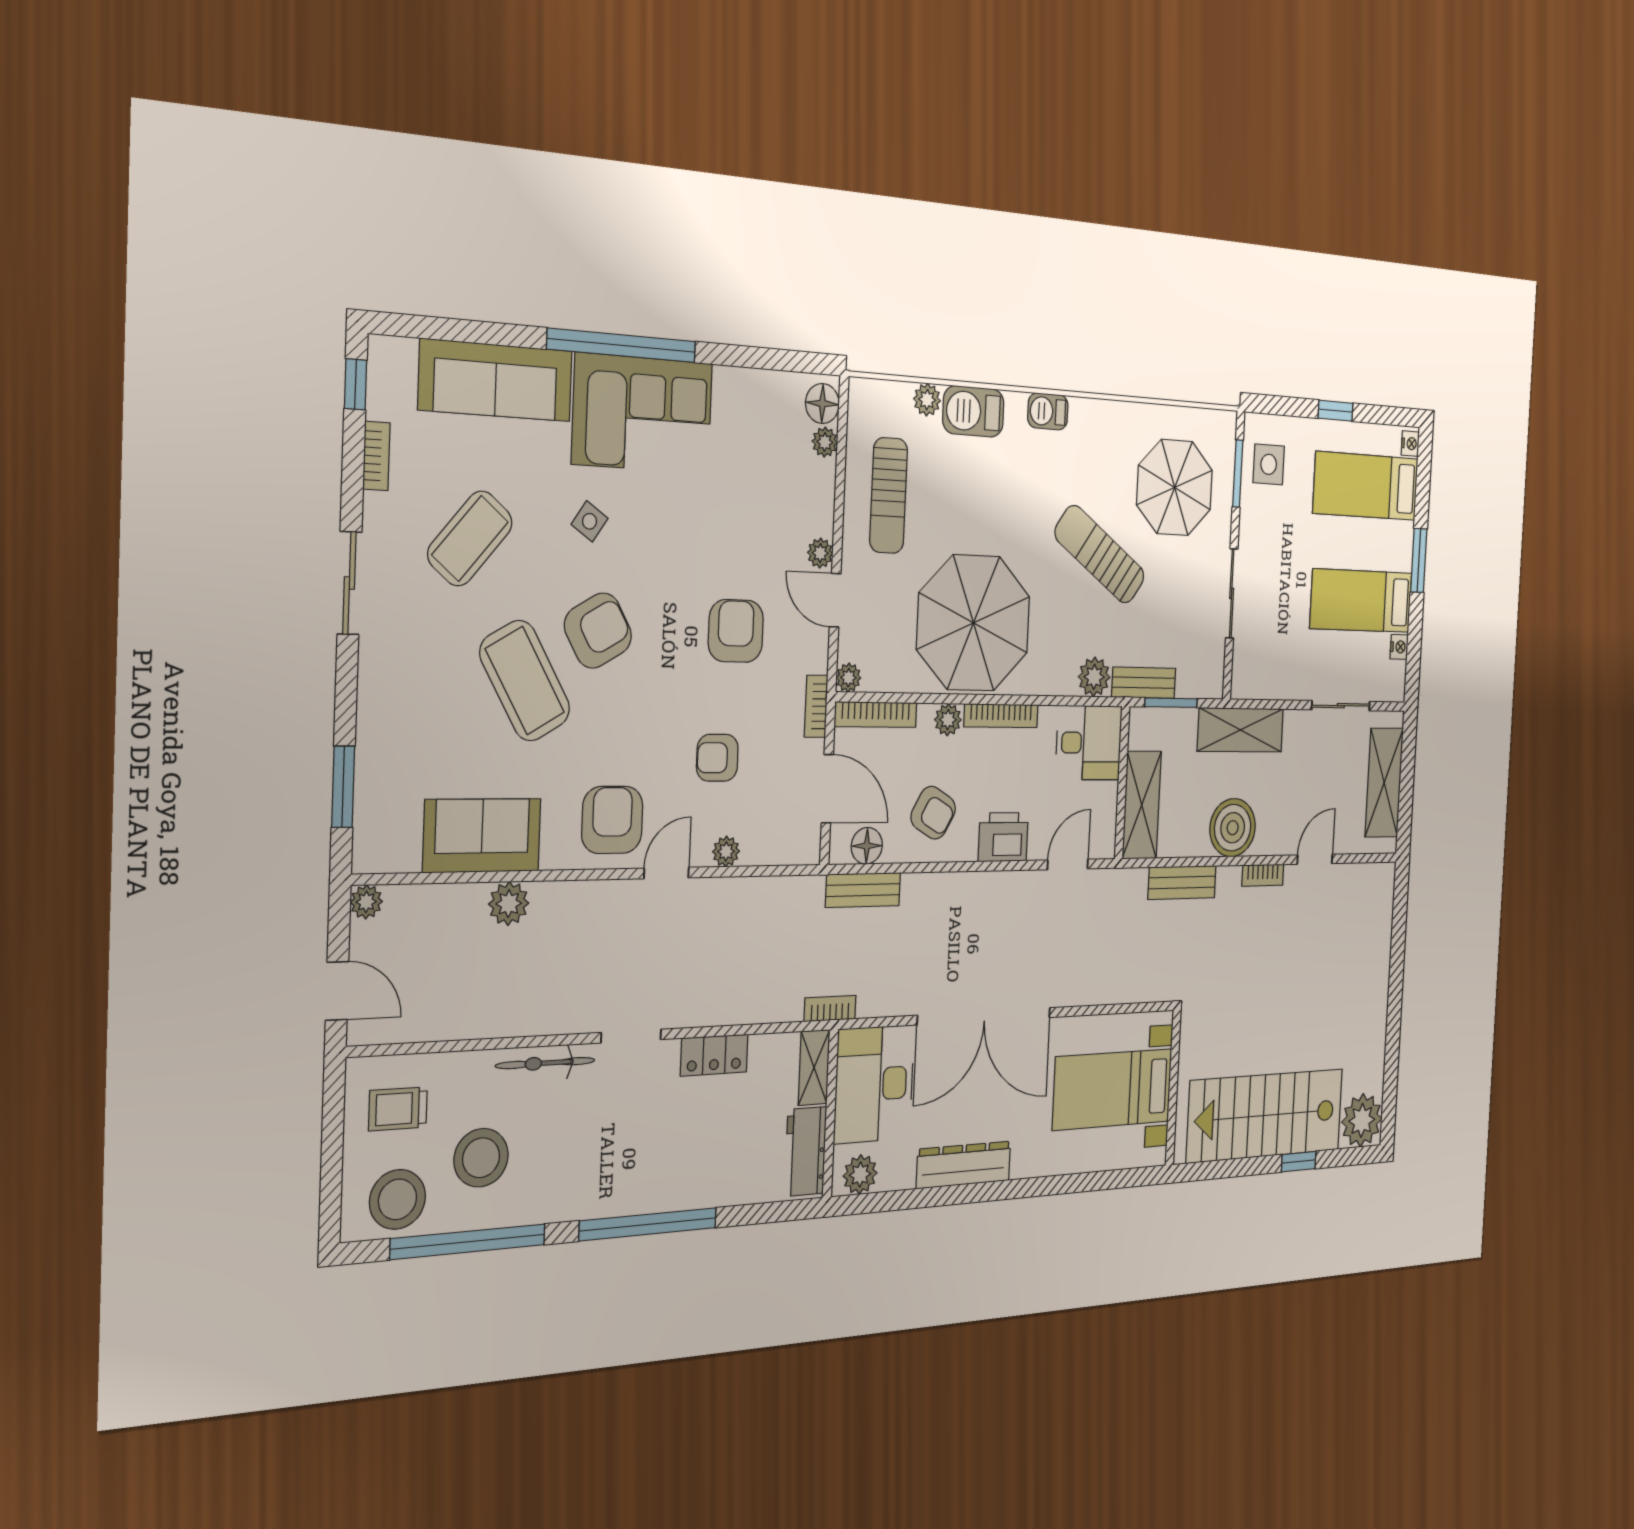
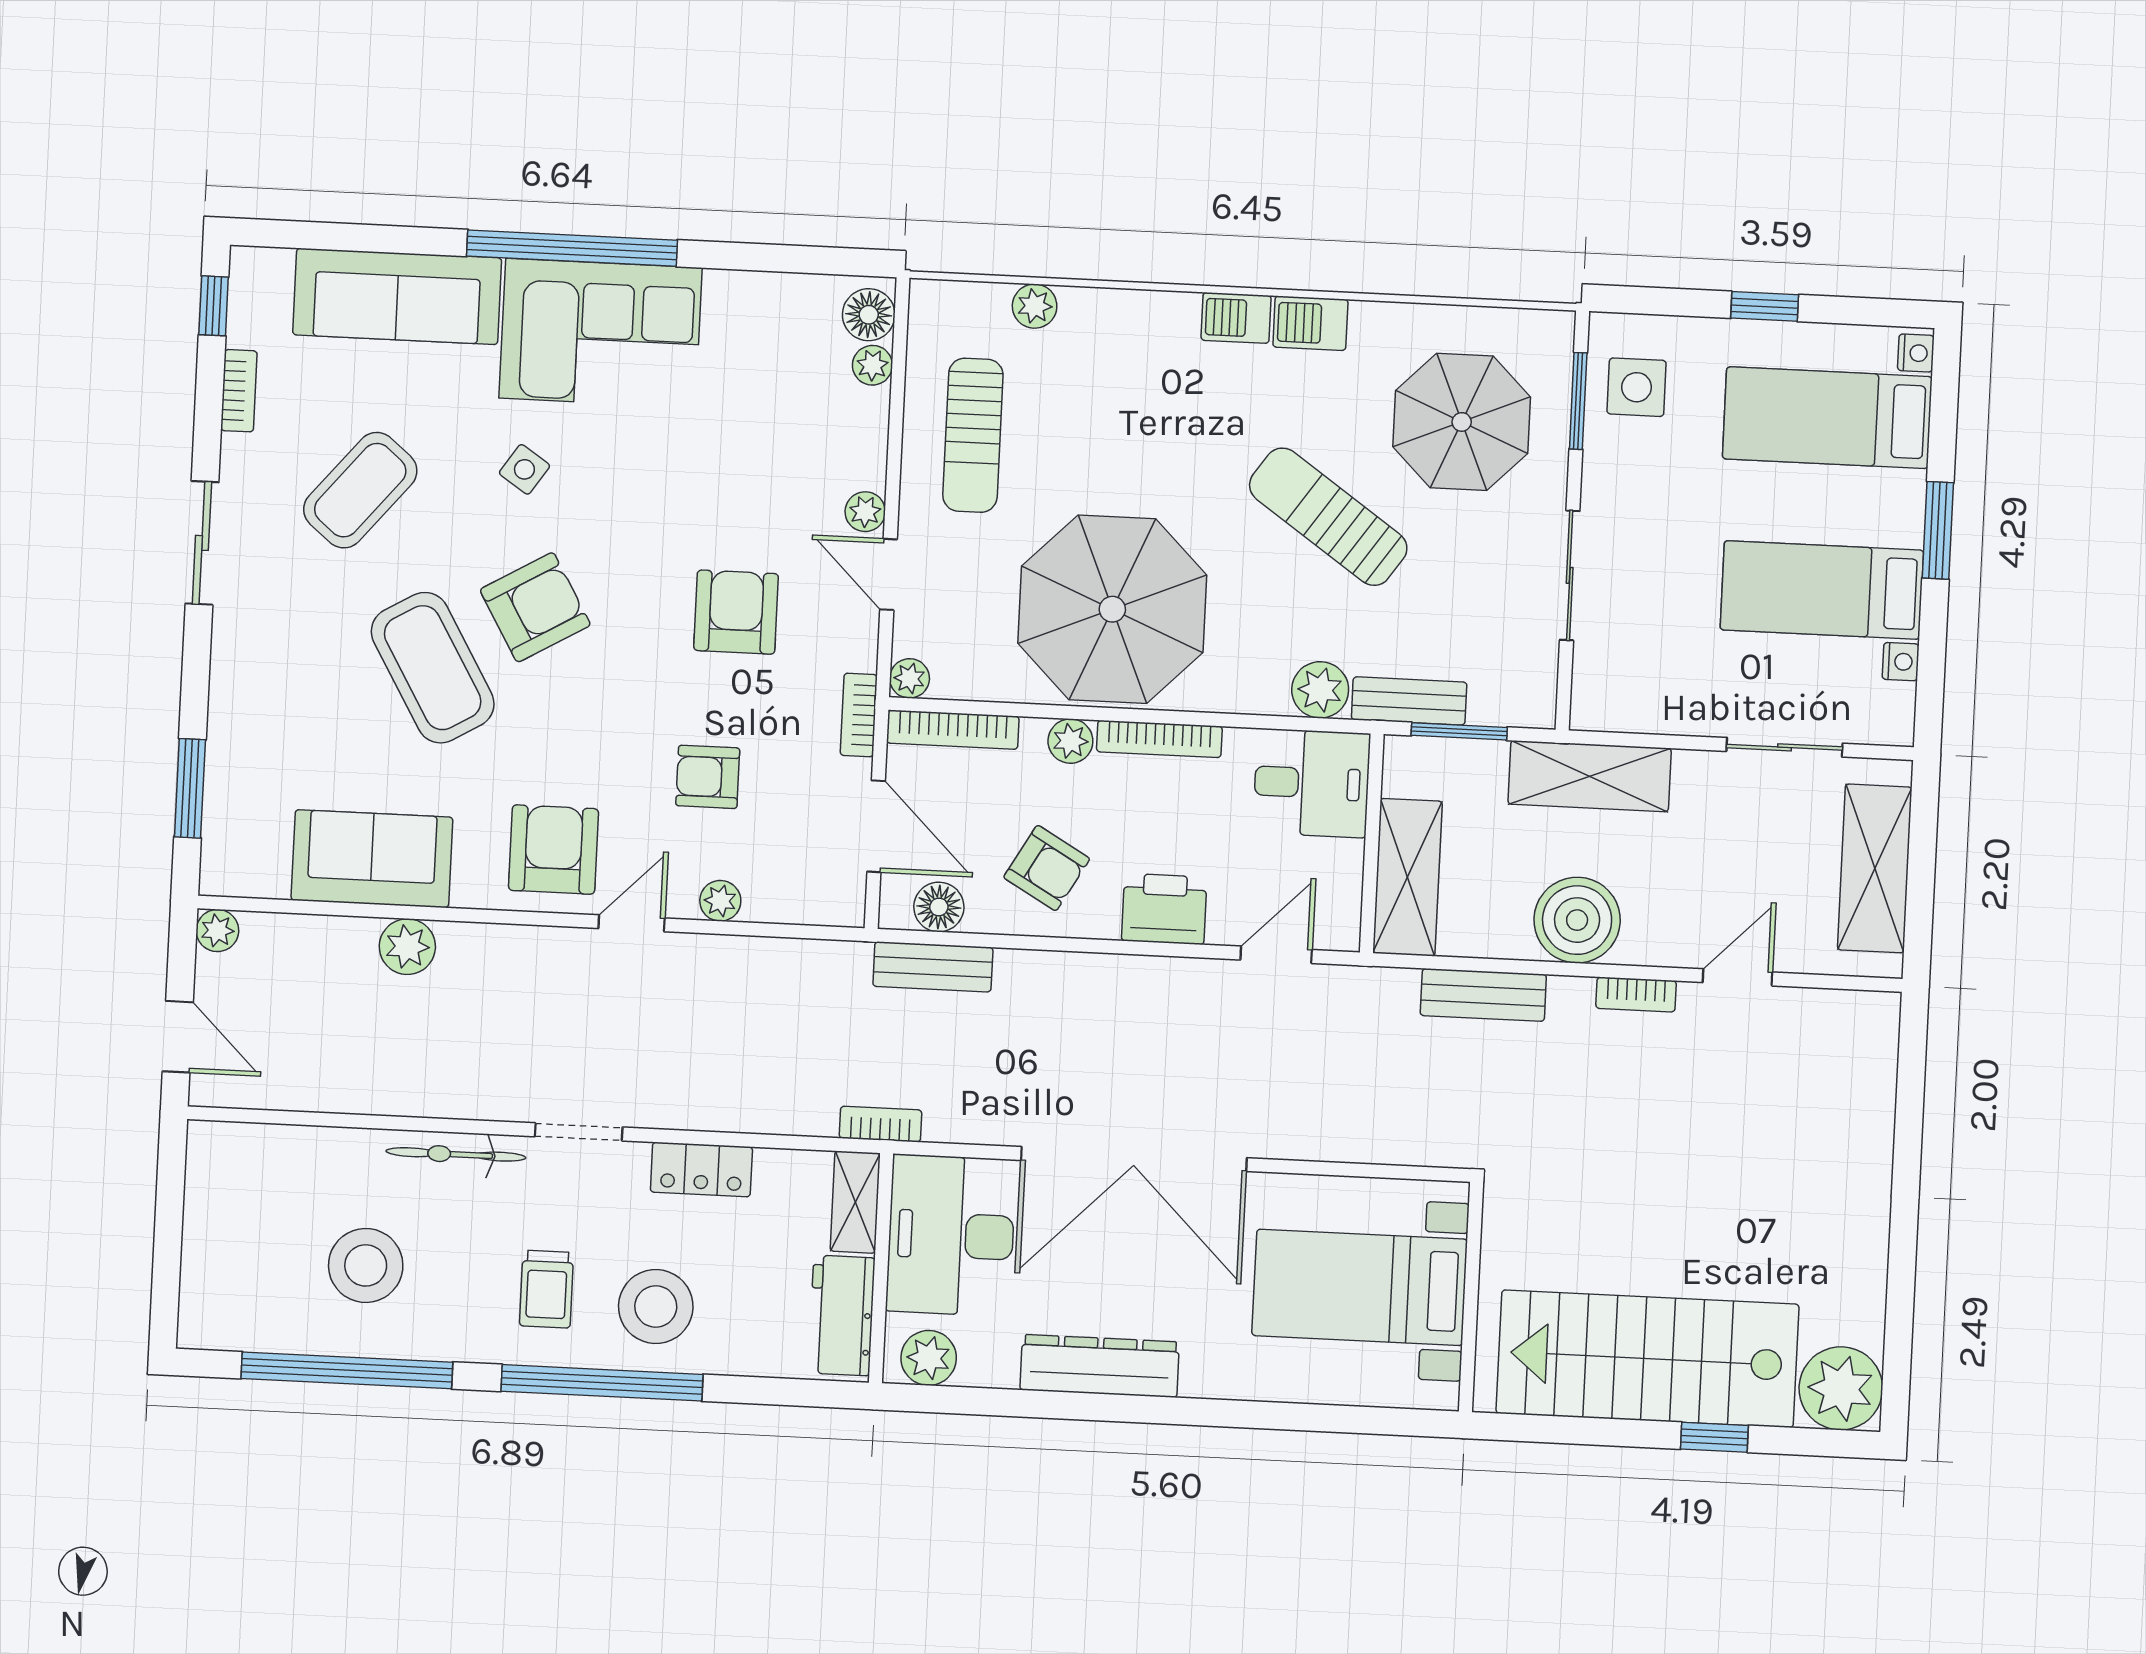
barbecue: (973, 411) -> (1310, 323), moved, width x0.73, depth x0.79
trolley: (398, 1109) -> (547, 1289), moved, turned -90
stool: (398, 1199) -> (656, 1307), moved

